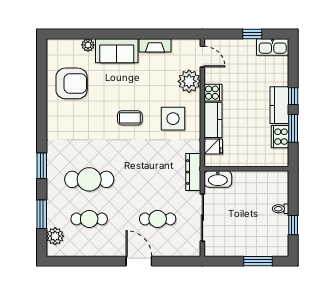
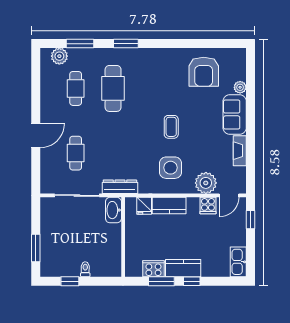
window: (252, 34) -> (250, 220), moved
cooker: (213, 93) -> (208, 205), moved

